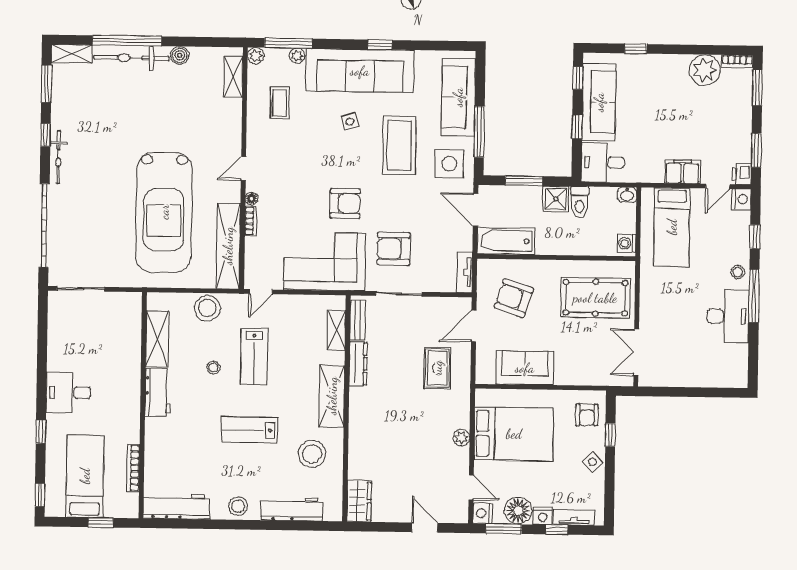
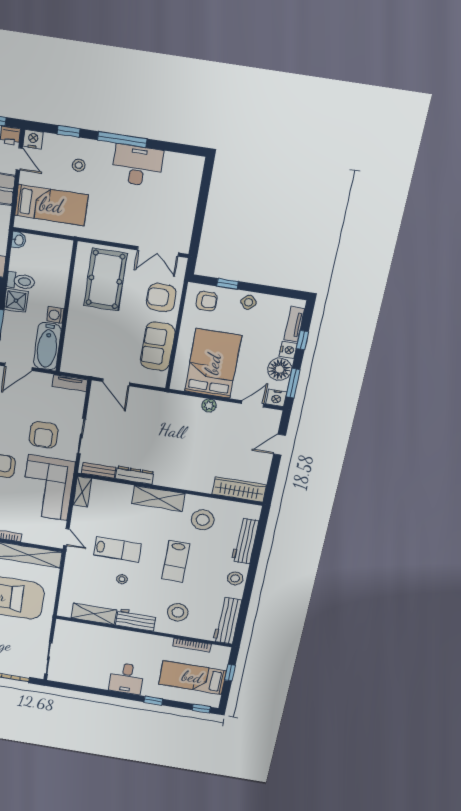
washing machine: (627, 243) -> (55, 315), moved, turned 90
stool: (738, 272) -> (79, 165), moved
armchair: (514, 298) -> (161, 298), moved, turned 72
stool: (207, 308) -> (178, 612), moved
shelving: (336, 330) -> (82, 492), moved, turned 90
rug: (437, 368) -> (147, 416), removed
wardrobe: (359, 501) -> (239, 489), width x1.50

